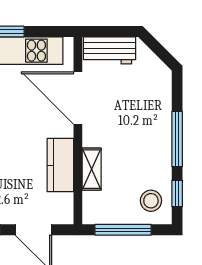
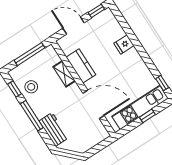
workbench: (110, 50) -> (54, 129), moved, turned 90
stool: (151, 201) -> (31, 87), moved

